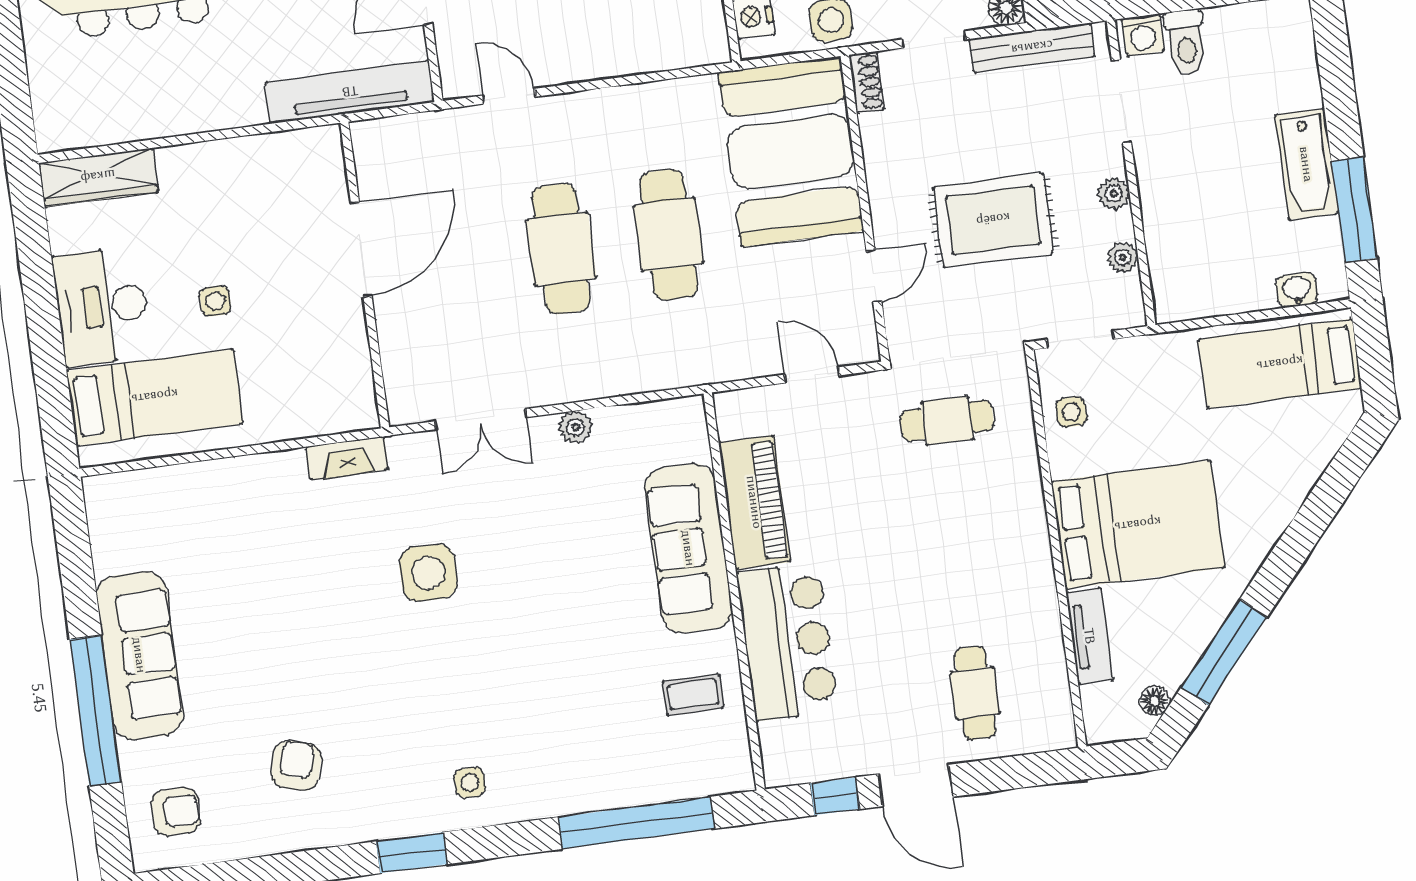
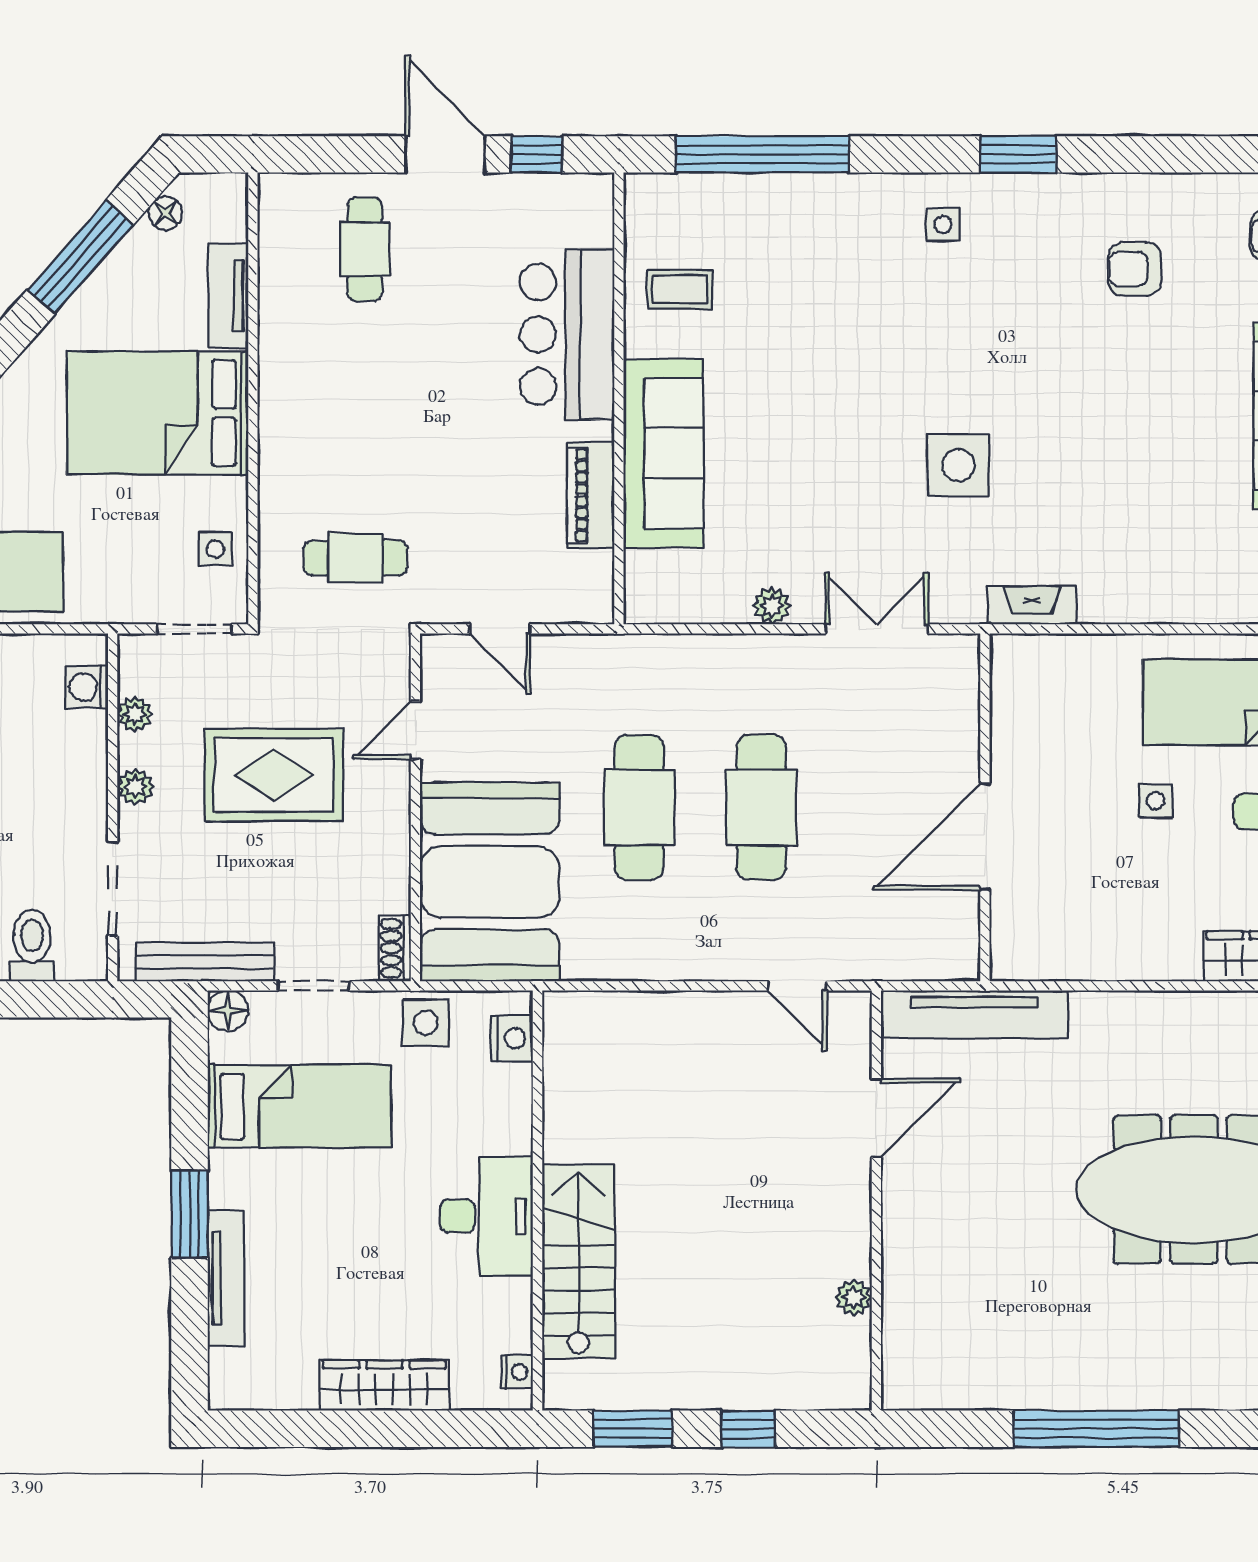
washing machine: (1143, 35) -> (87, 687), moved, turned -90
piano: (755, 502) -> (591, 495), width x0.73, depth x0.75
armchair: (296, 766) -> (1135, 269), turned 74

